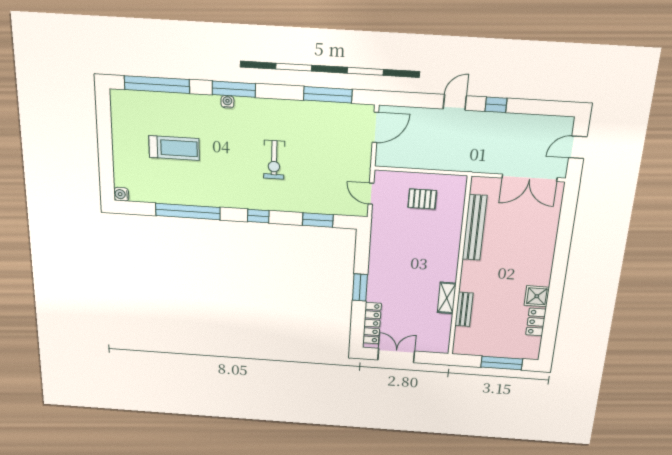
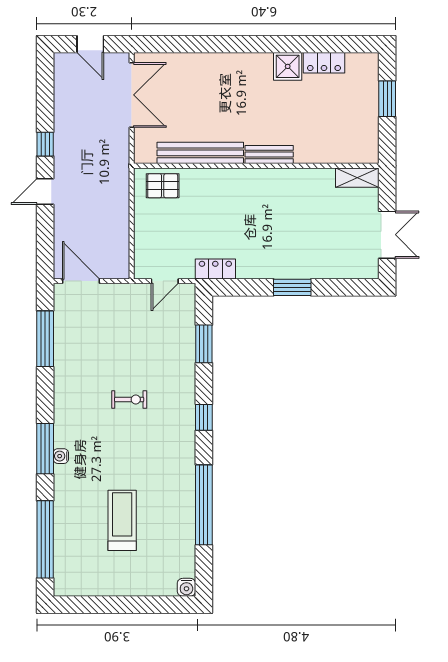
door: (455, 102) -> (45, 192), hinge flipped
exercise bike: (274, 160) -> (129, 400), width x0.73, depth x0.72
pallet: (422, 199) -> (163, 186), moved, turned 90
shelving: (447, 298) -> (357, 178), moved
bench: (464, 309) -> (269, 154), moved
locker: (372, 323) -> (215, 269), moved, width x0.66
double door: (396, 356) -> (387, 235), swing flipped
window: (502, 363) -> (387, 99), width x0.69

